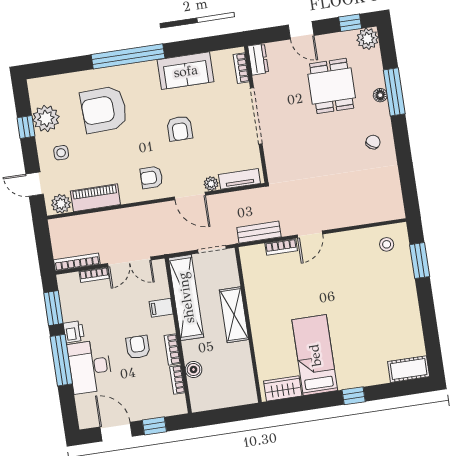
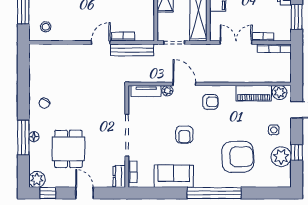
armchair: (180, 128) -> (184, 135), turned 180
bench: (259, 232) -> (132, 50), width x1.36

